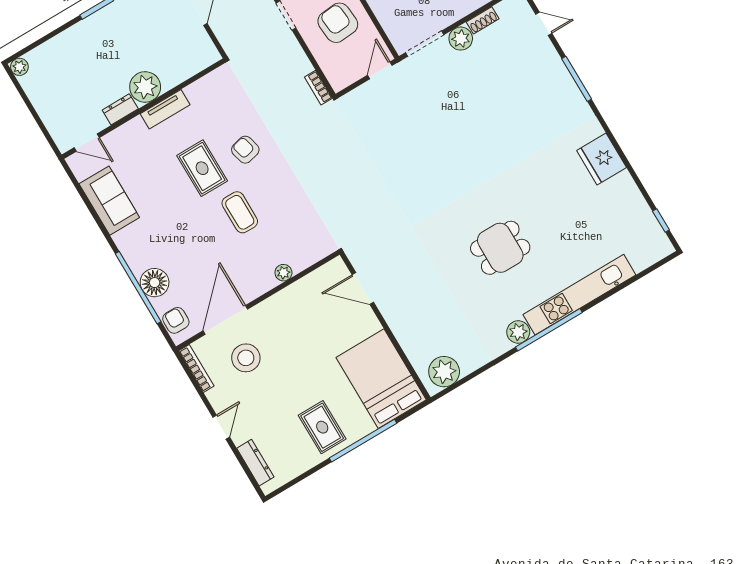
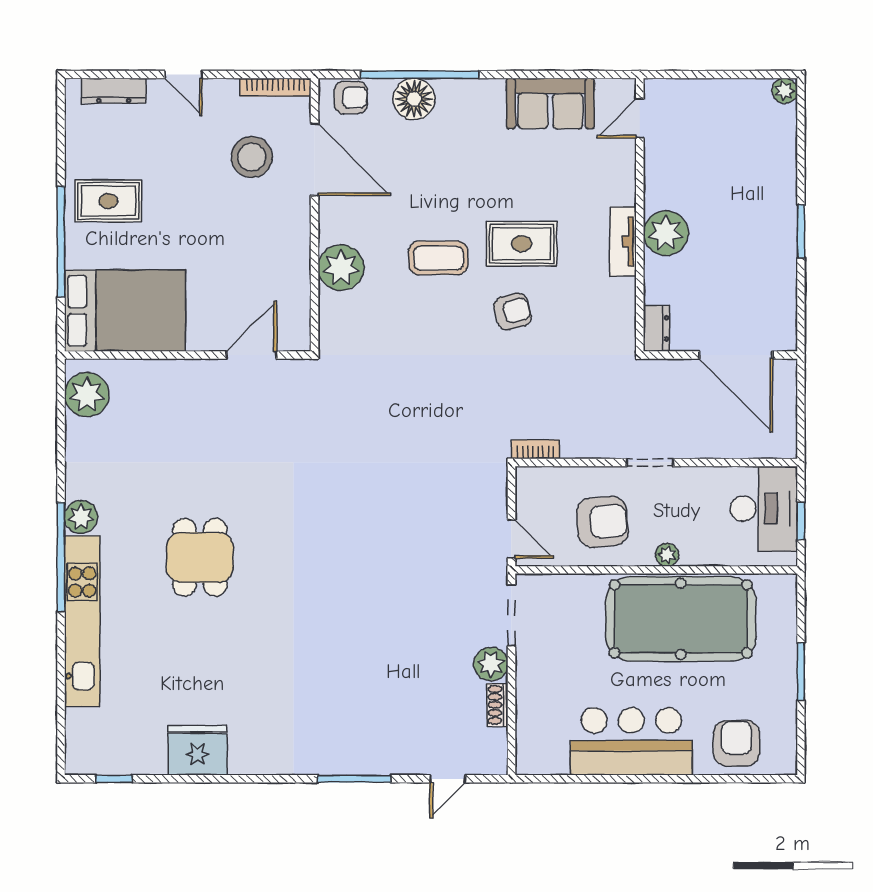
dresser: (120, 109) -> (656, 328), moved
fridge: (602, 159) -> (198, 750), moved
plant: (283, 273) -> (341, 268), width x1.88, depth x1.88

